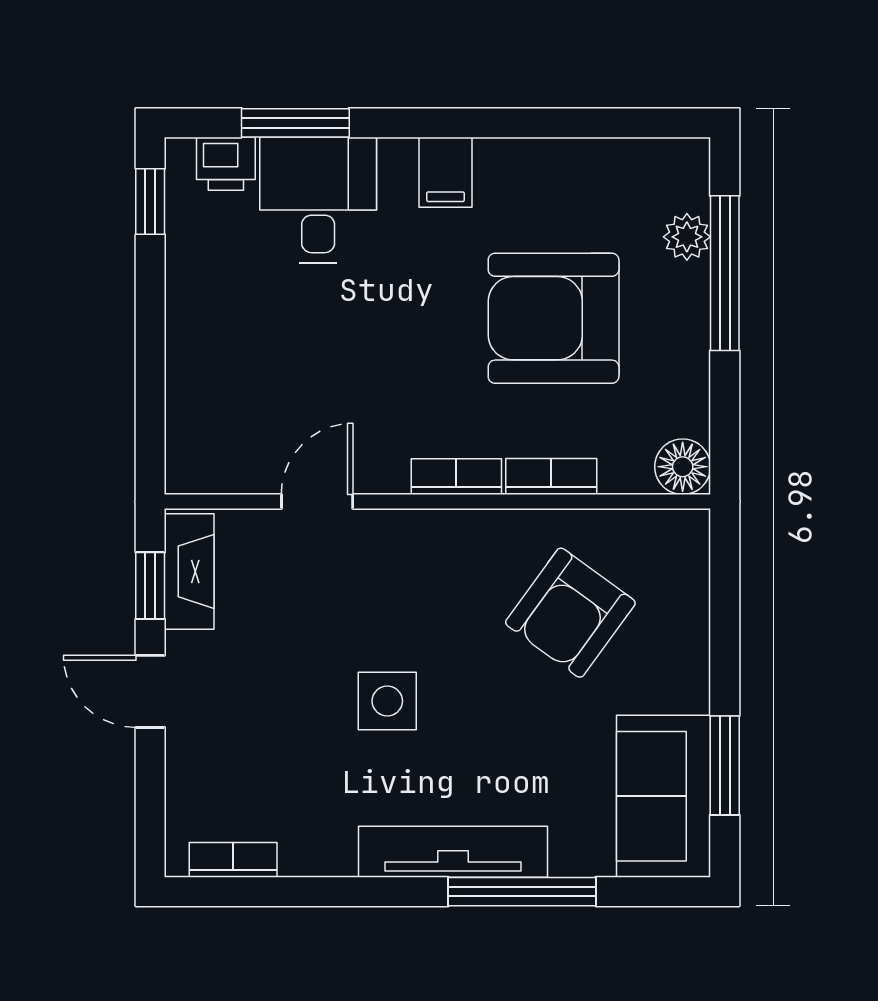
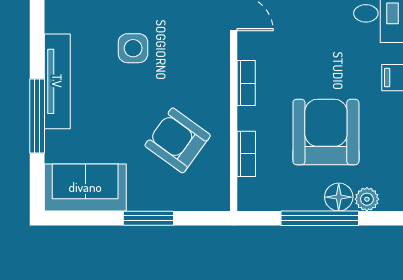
window: (725, 273) -> (320, 218), moved
floor lamp: (683, 467) -> (339, 197), moved
bookcase: (551, 476) -> (246, 154), moved
window: (725, 765) -> (148, 218), moved

